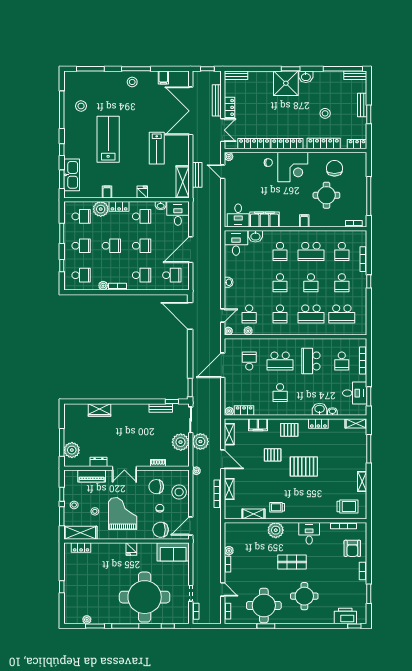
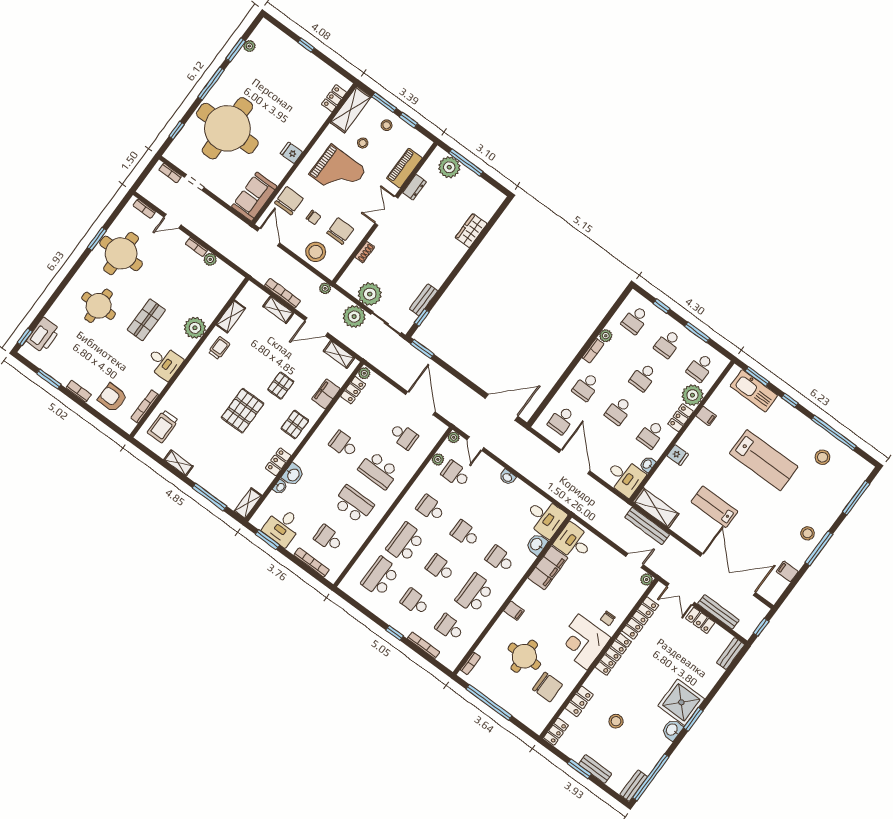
locker: (324, 144) -> (579, 701), width x0.66
bench: (197, 175) -> (647, 526), width x1.36
school desk: (280, 361) -> (379, 470), turned -90

